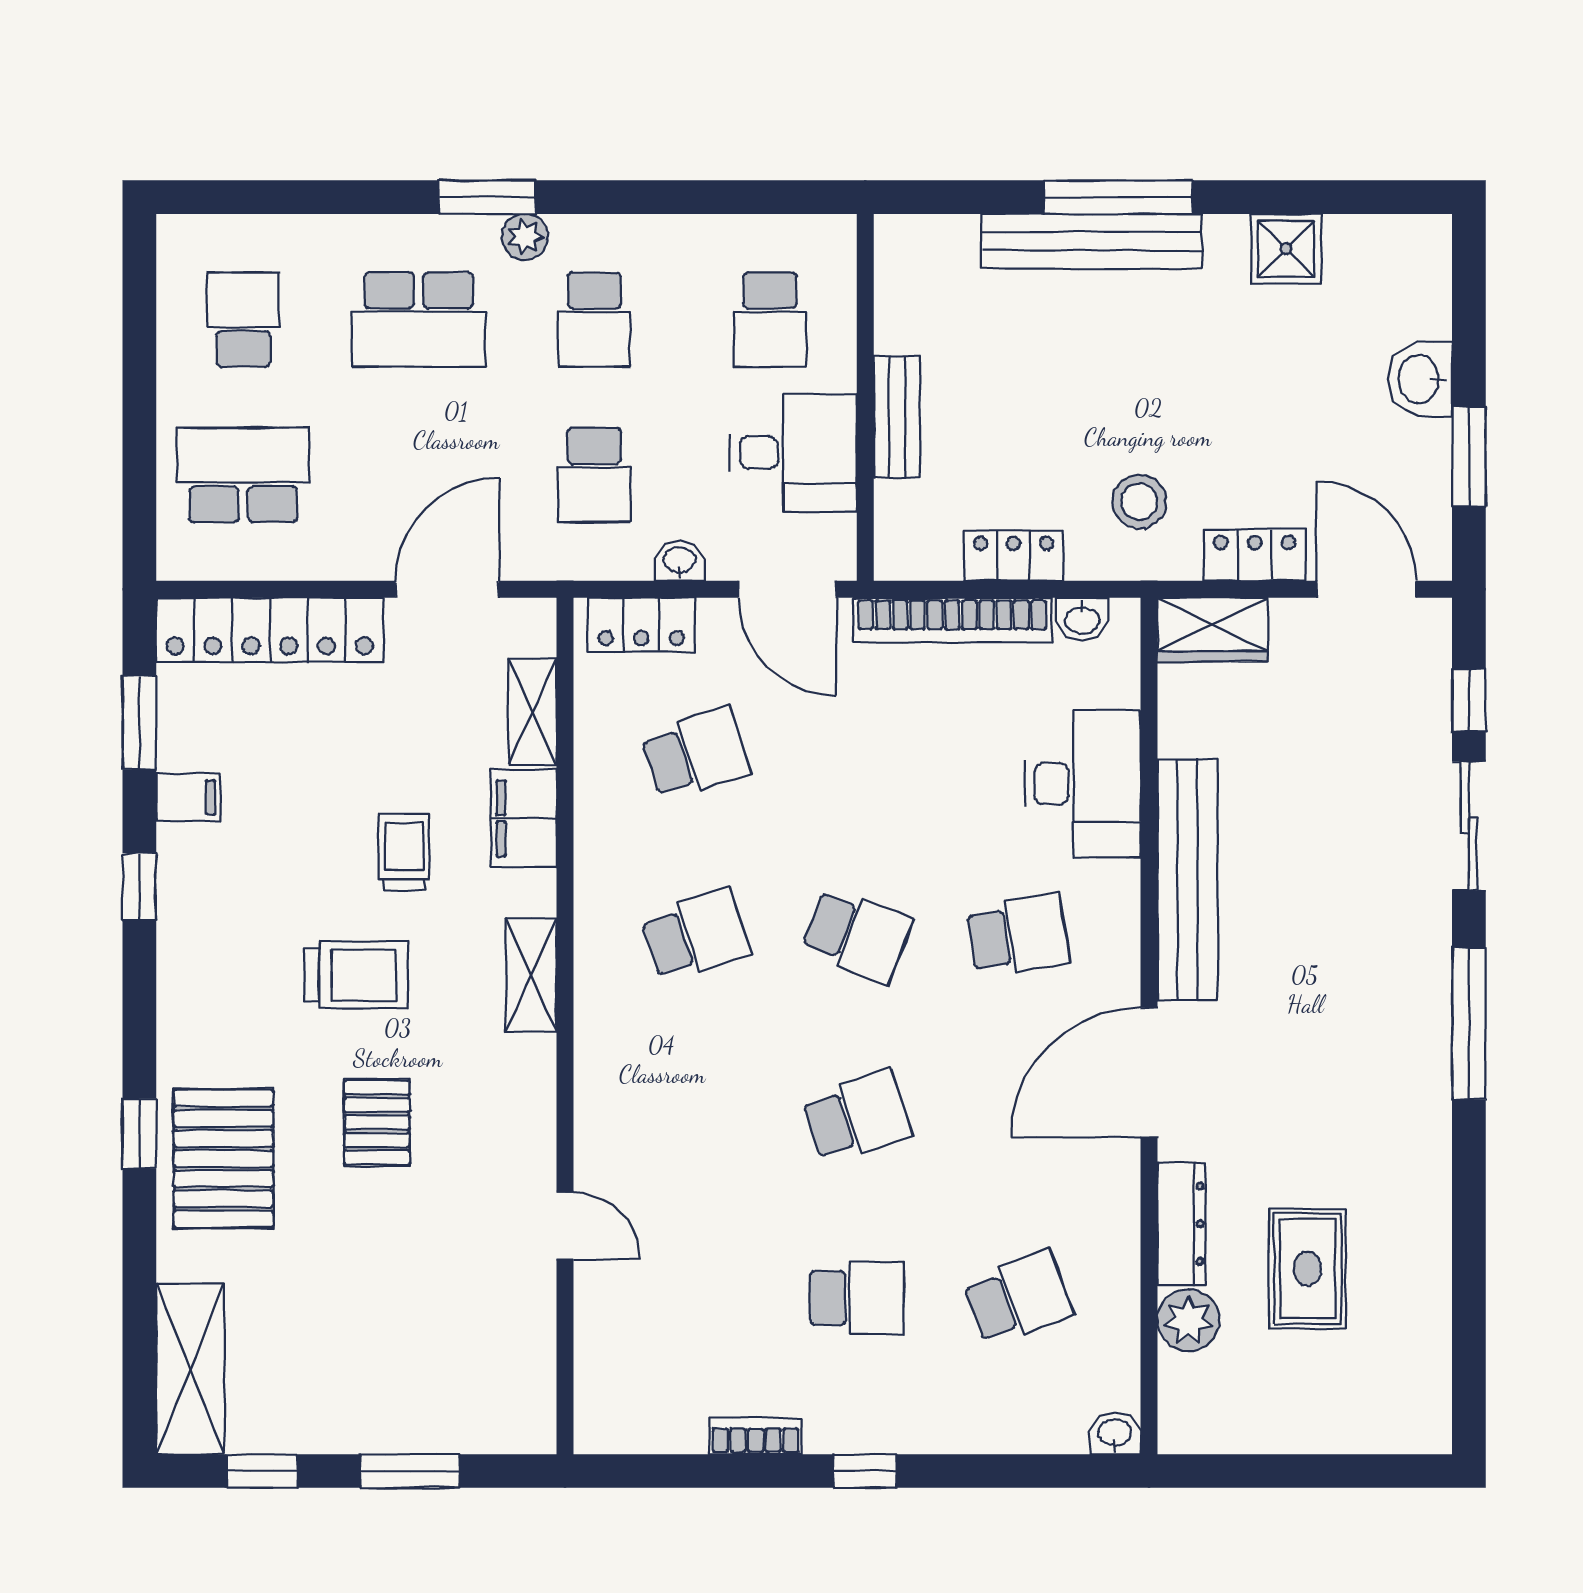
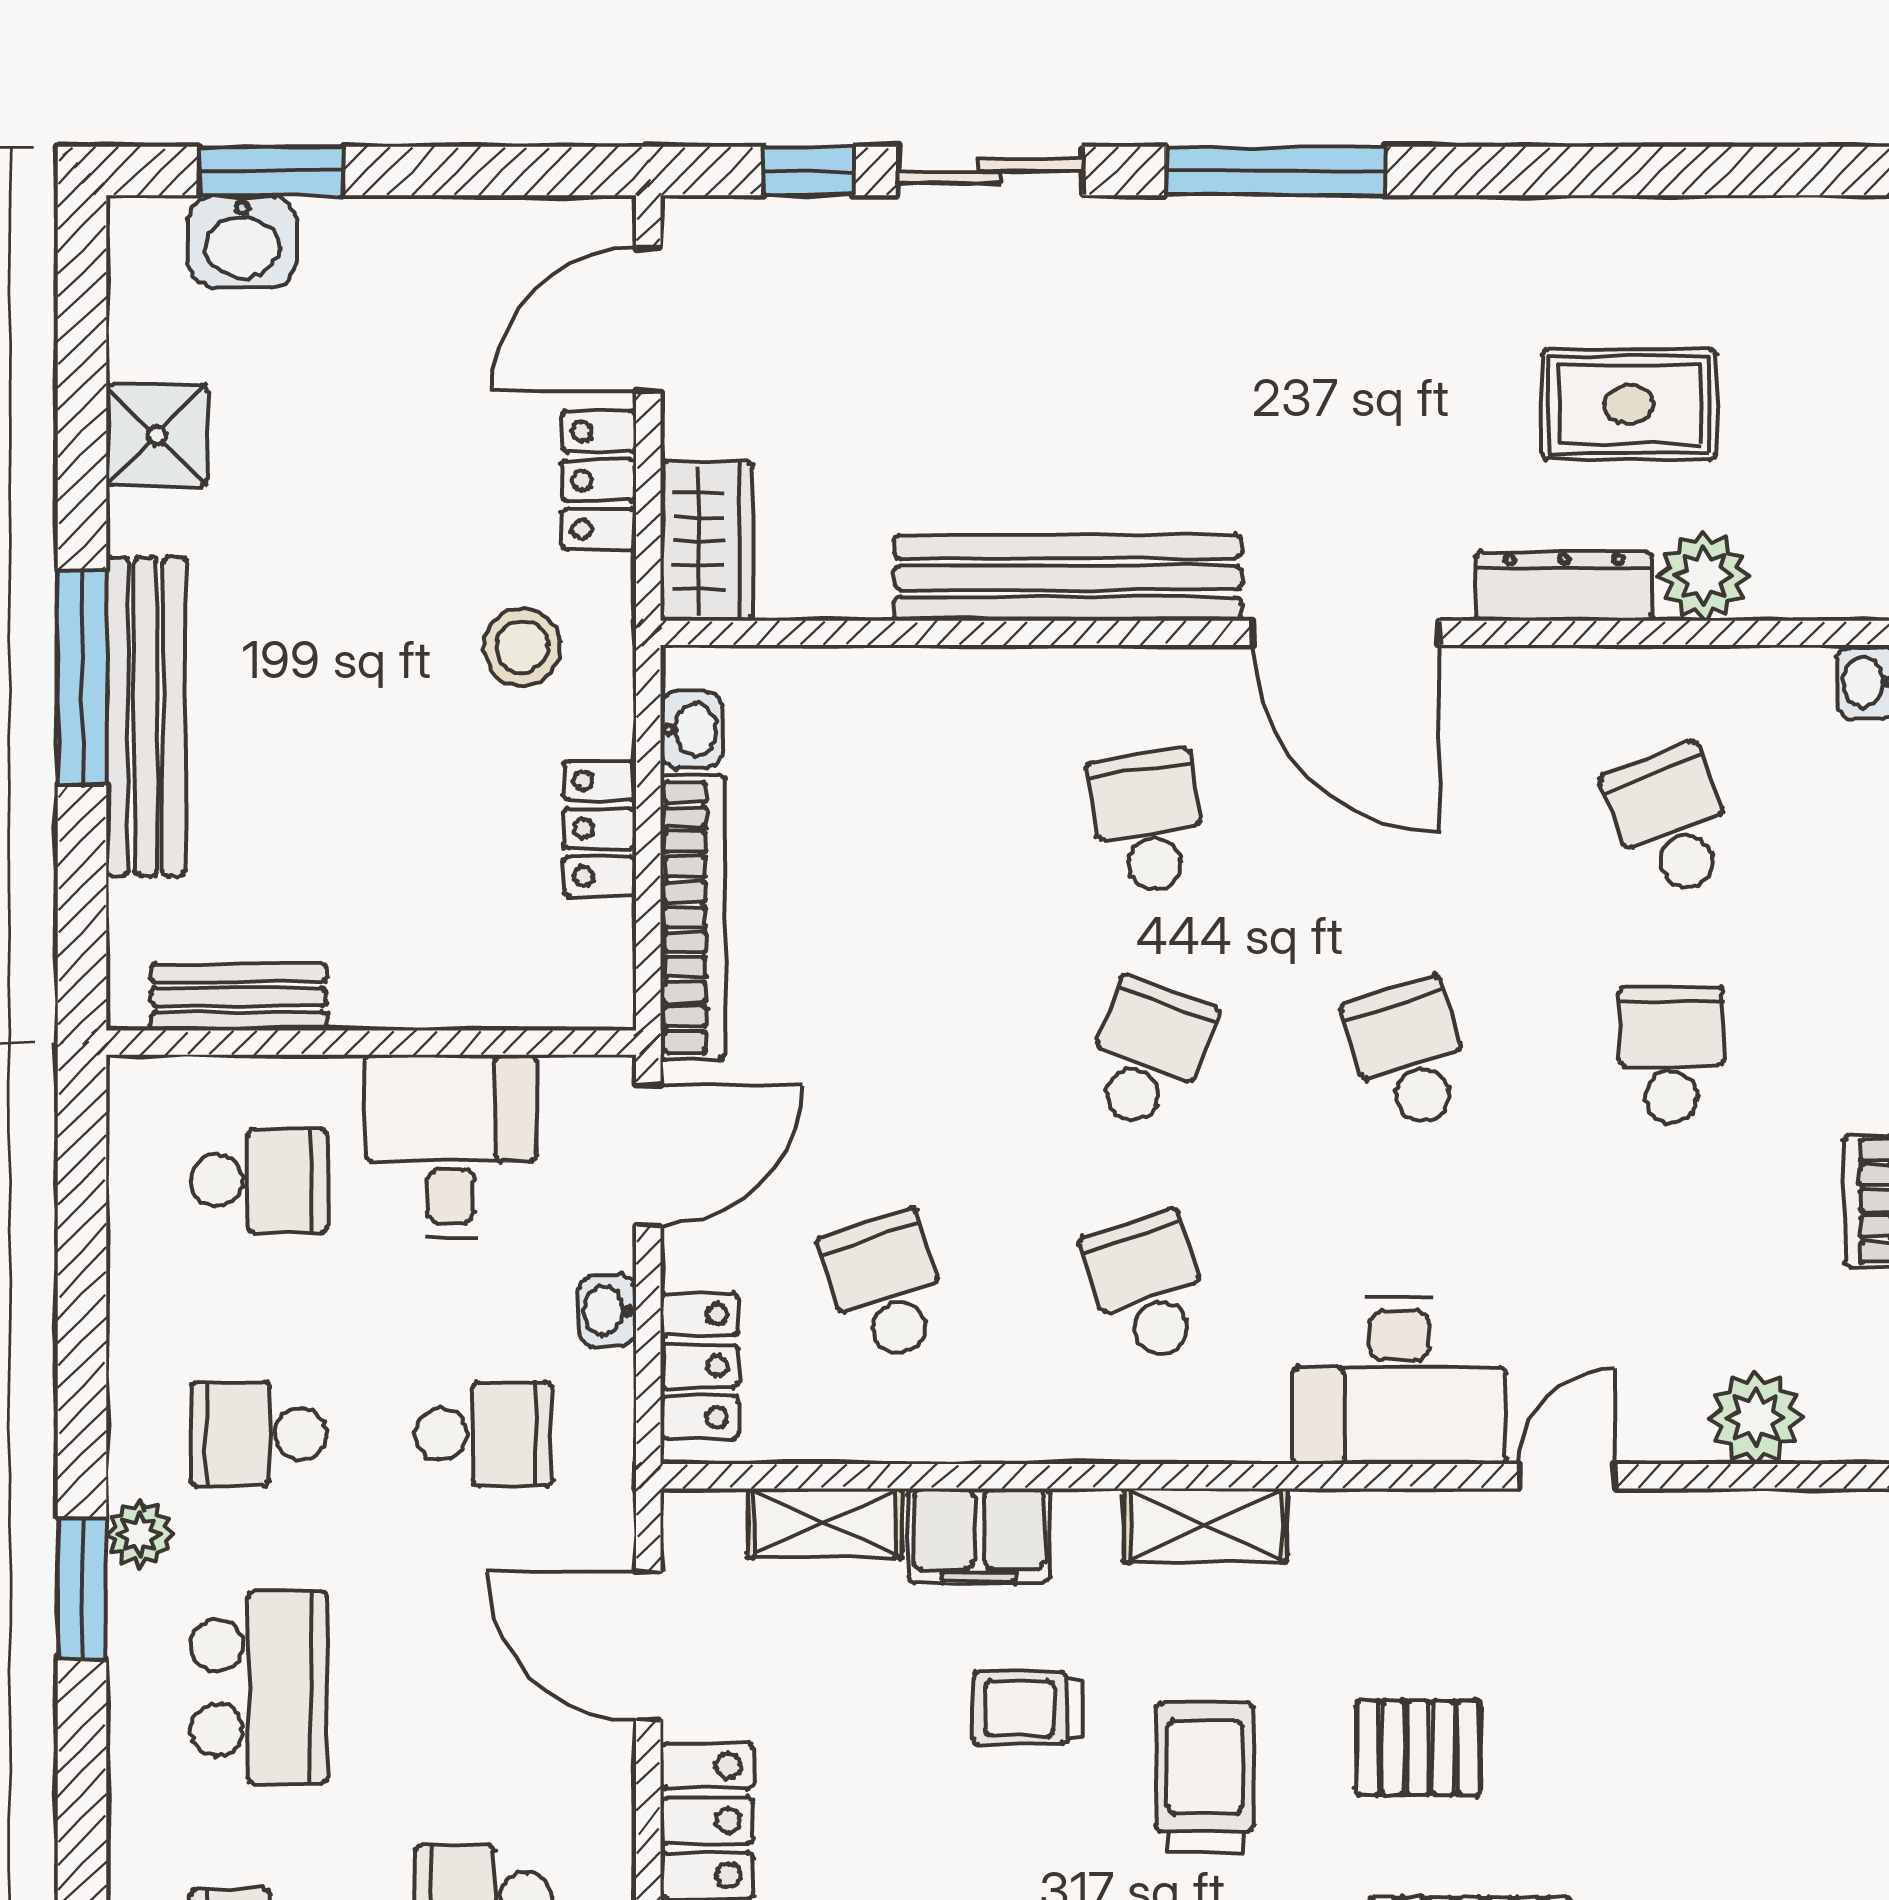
school desk: (594, 320) -> (259, 1434), turned 180
washbasin: (1420, 379) -> (243, 241), moved
bench: (897, 417) -> (239, 997), moved
window: (1469, 457) -> (271, 171), moved
desk: (1083, 784) -> (1399, 1381), moved, turned 180
plant: (606, 1356) -> (1755, 1418), added

